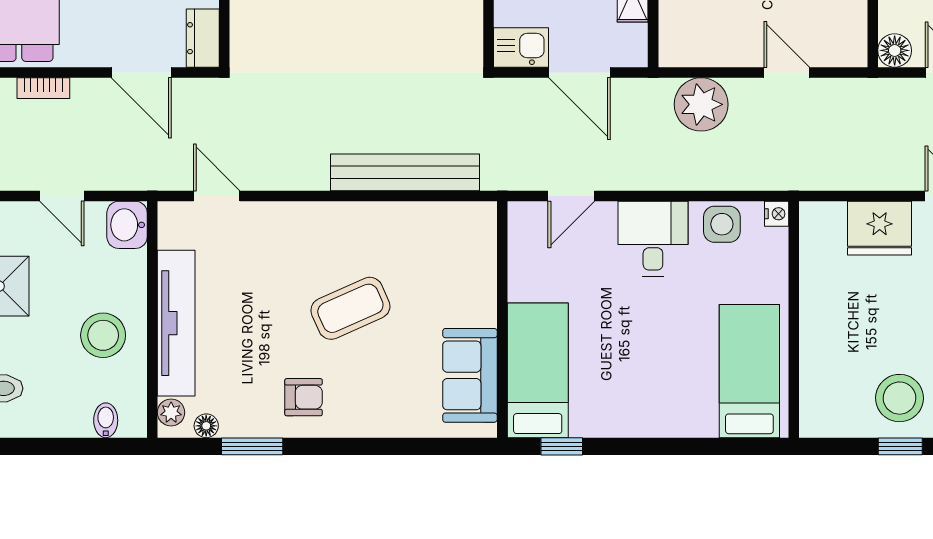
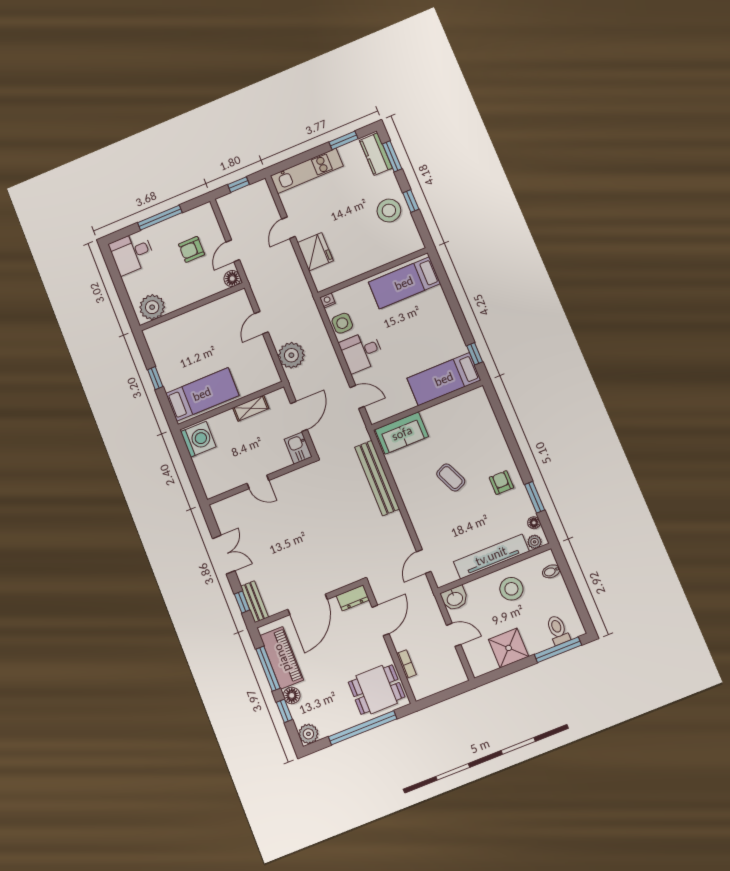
door: (62, 196) -> (454, 635), hinge flipped
coffee table: (350, 308) -> (451, 478), width x0.73, depth x0.77
sofa: (470, 375) -> (402, 433), moved

